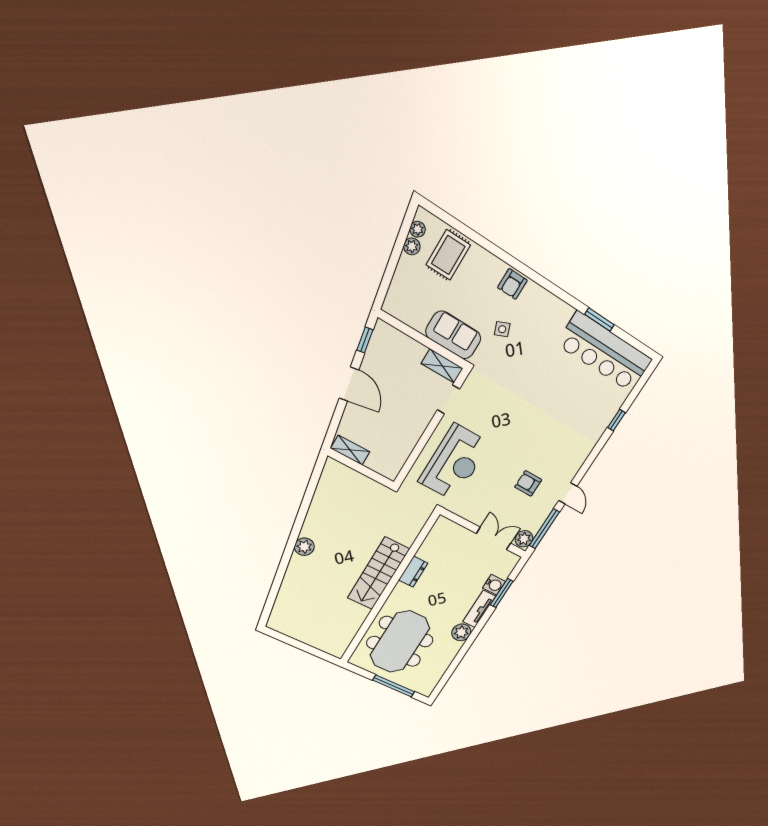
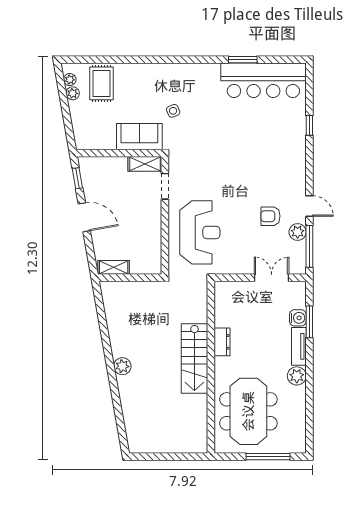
armchair: (512, 284) -> (160, 75), removed
plant: (524, 539) -> (298, 232), moved

